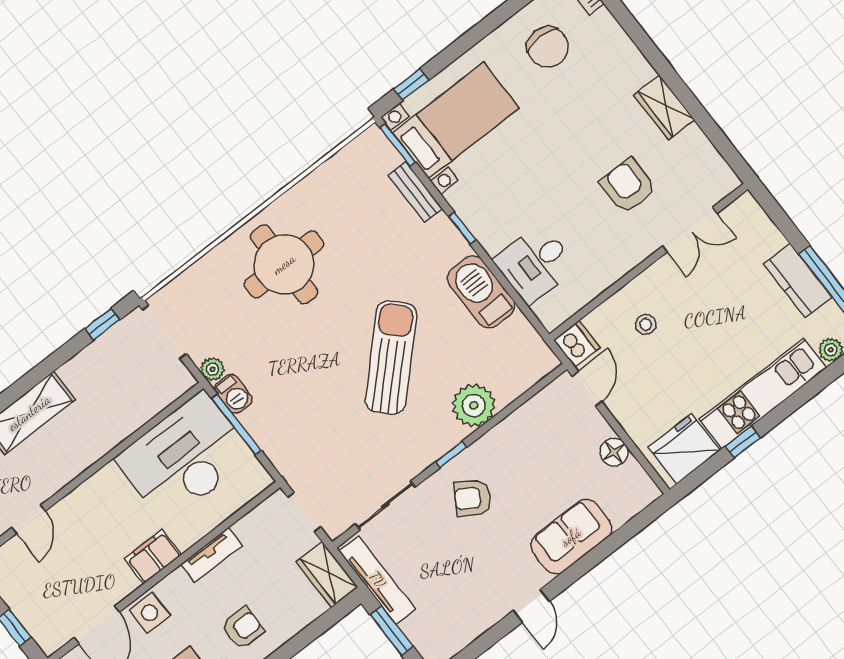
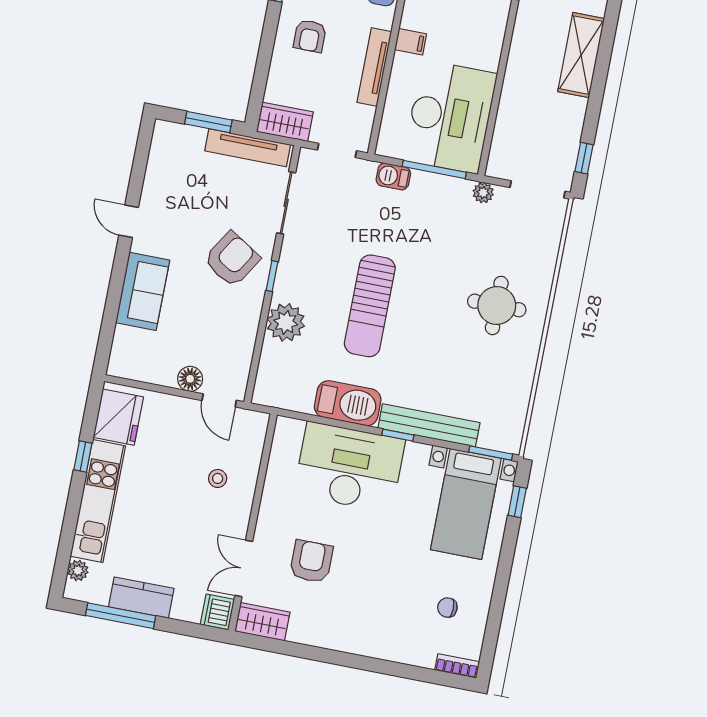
chair: (548, 47) -> (447, 608), width x0.54, depth x0.54
wardrobe: (664, 107) -> (262, 622), moved
armchair: (628, 186) -> (311, 561), turned -90
bench: (415, 192) -> (429, 425), width x1.86, depth x1.21
round table: (284, 264) -> (497, 305), width x0.73, depth x0.73
desk: (535, 264) -> (349, 467), width x1.87, depth x1.30
dishwasher: (577, 344) -> (217, 612), moved, turned 90
sun lounger: (391, 357) -> (370, 306), turned 45
barbecue: (233, 394) -> (393, 176), moved
floor lamp: (614, 452) -> (190, 379), moved
armchair: (473, 498) -> (232, 259), width x1.38, depth x1.38
tv unit: (212, 555) -> (374, 67), width x1.41
filing cabinet: (153, 557) -> (411, 42), width x0.50

